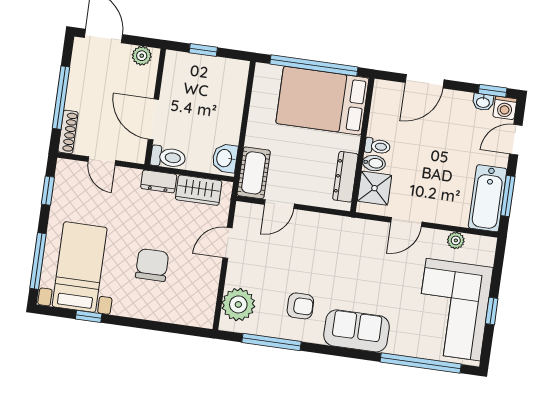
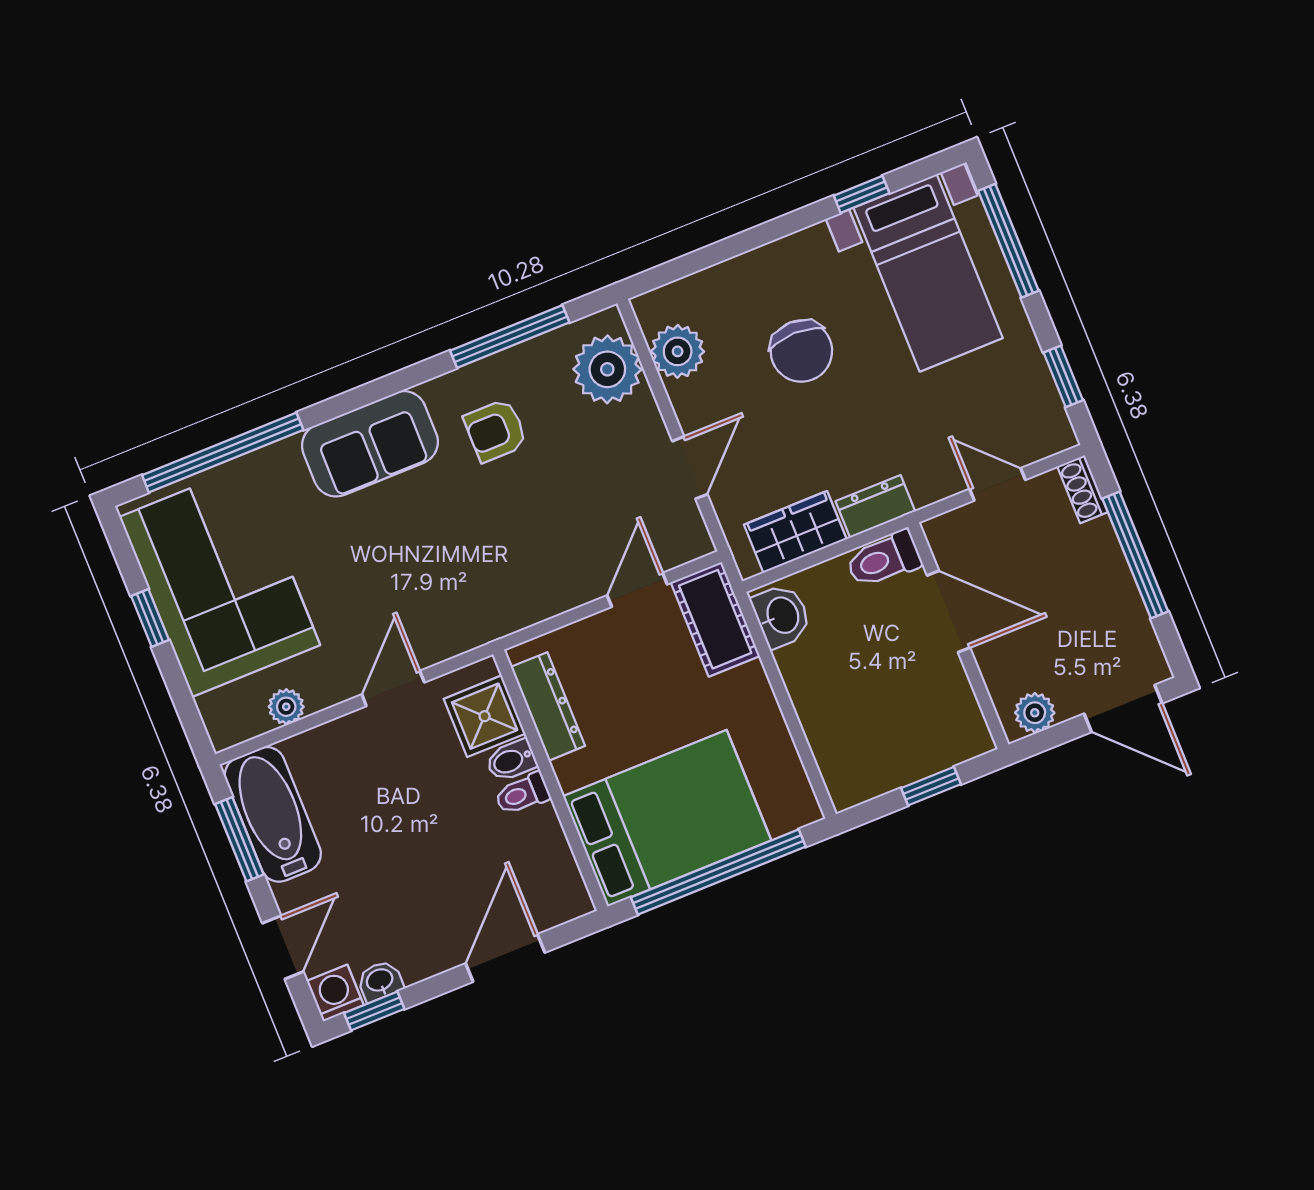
shoe rack: (68, 132) -> (1083, 489), width x0.70
plant: (204, 295) -> (678, 351), added

